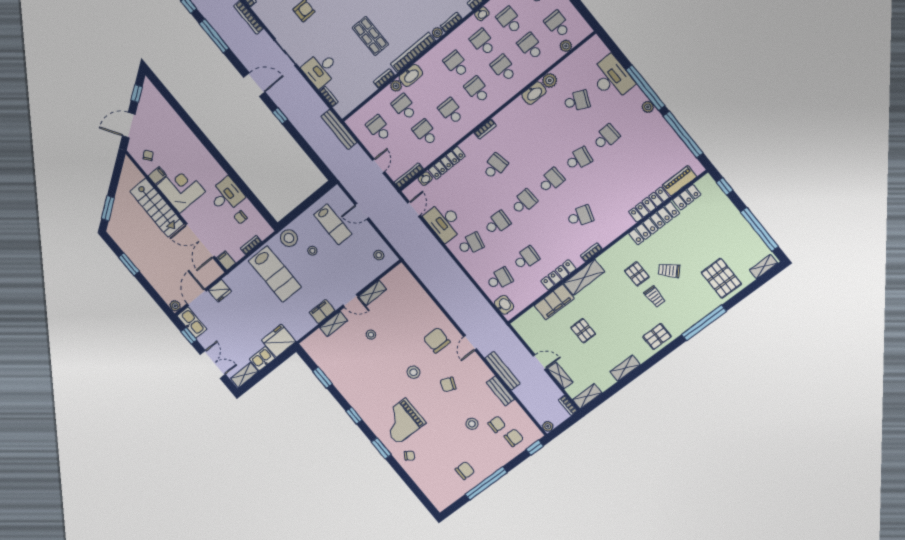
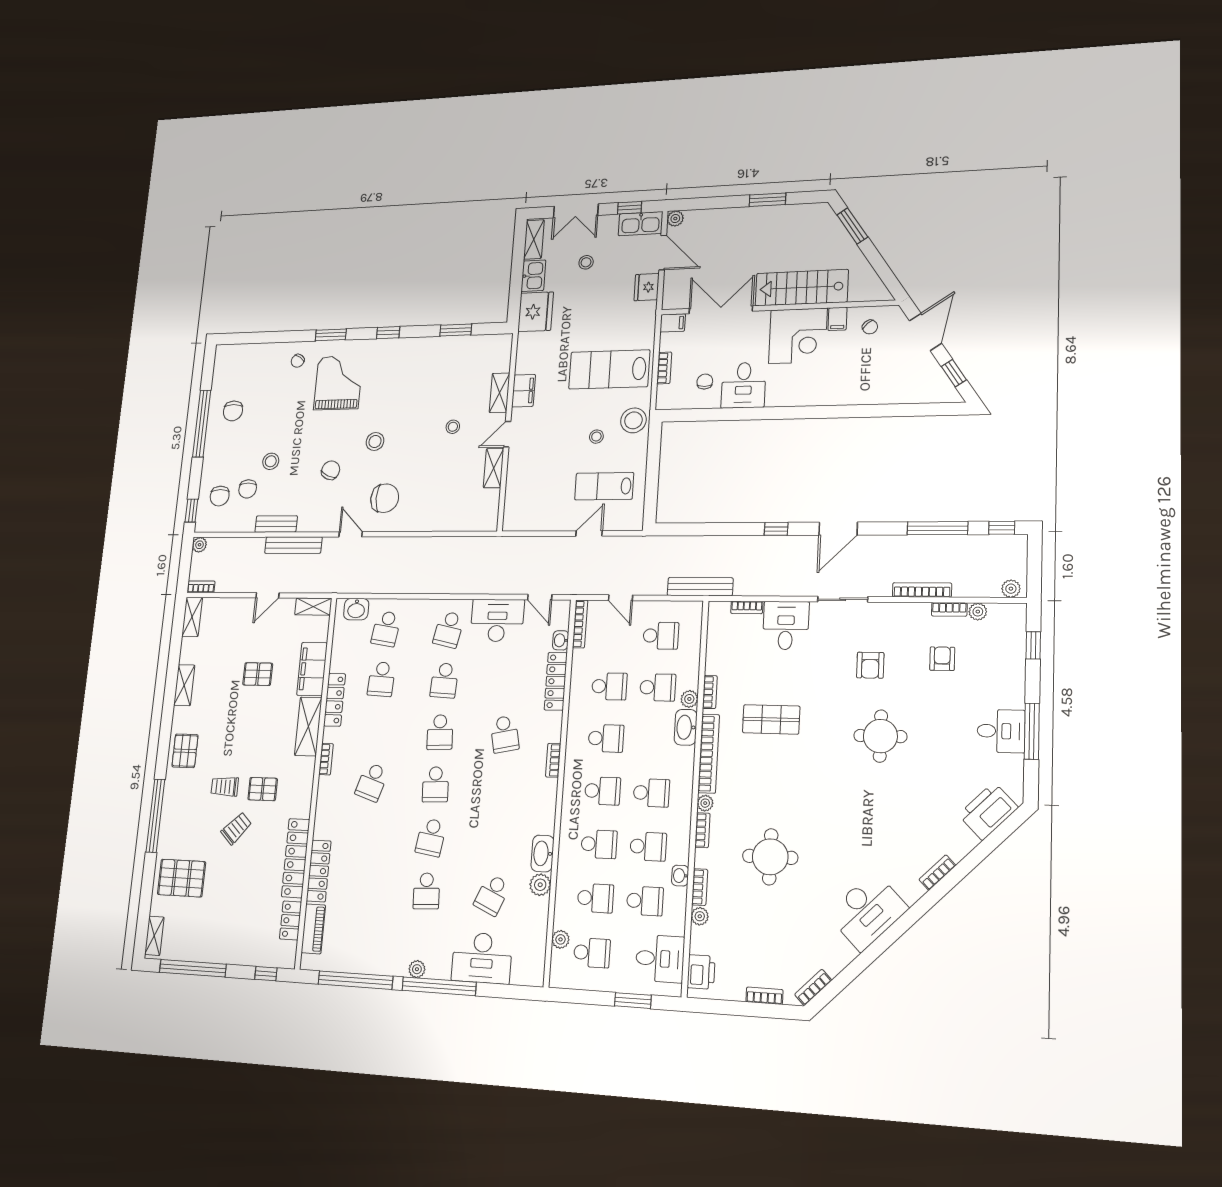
stool: (379, 255) -> (586, 262), moved
shelving: (560, 376) -> (313, 607), moved

